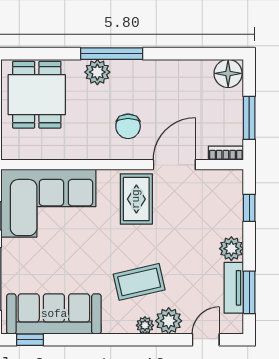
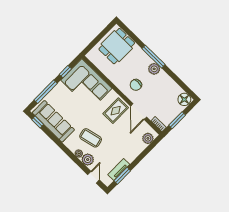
plant: (97, 72) -> (154, 69), moved
door: (174, 165) -> (139, 112), swing flipped
window: (249, 208) -> (149, 149), removed
plant: (231, 249) -> (148, 138), moved
door: (206, 340) -> (94, 177), hinge flipped

